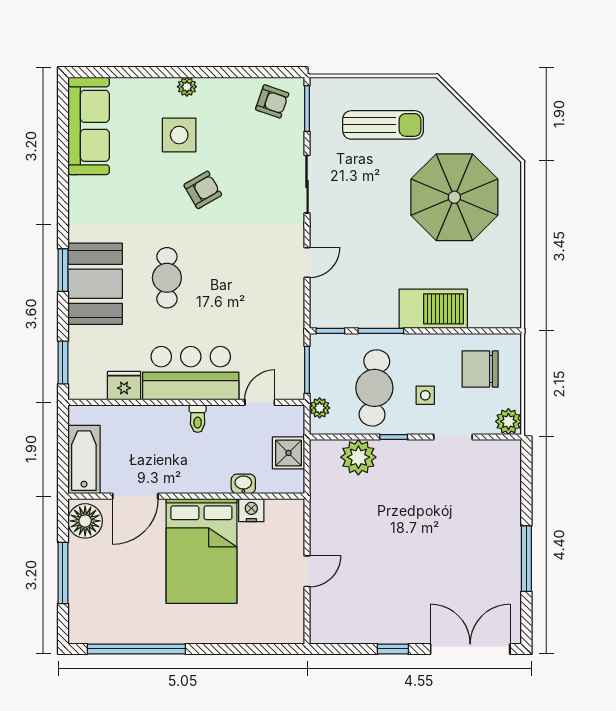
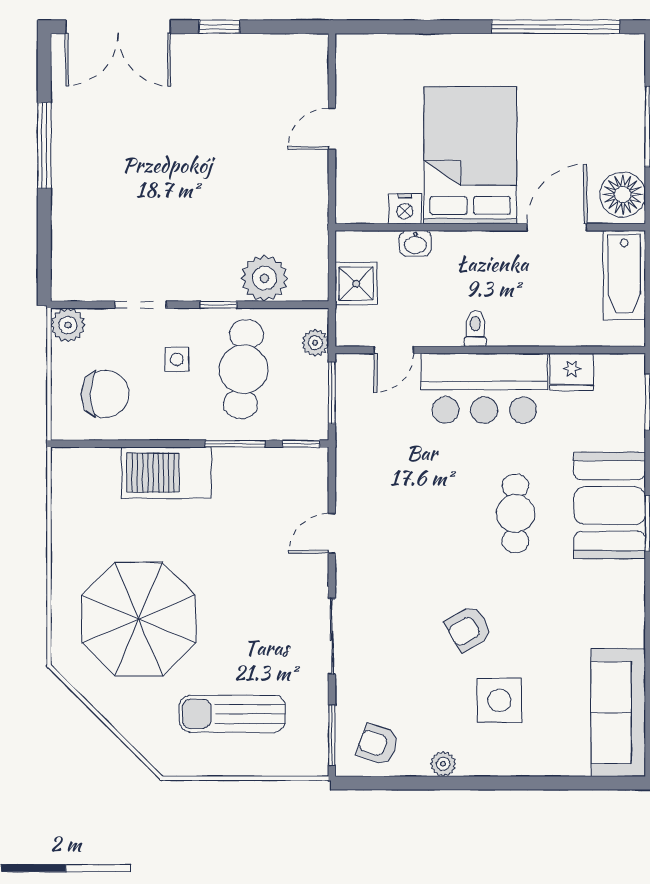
plant: (187, 87) -> (443, 764), moved

